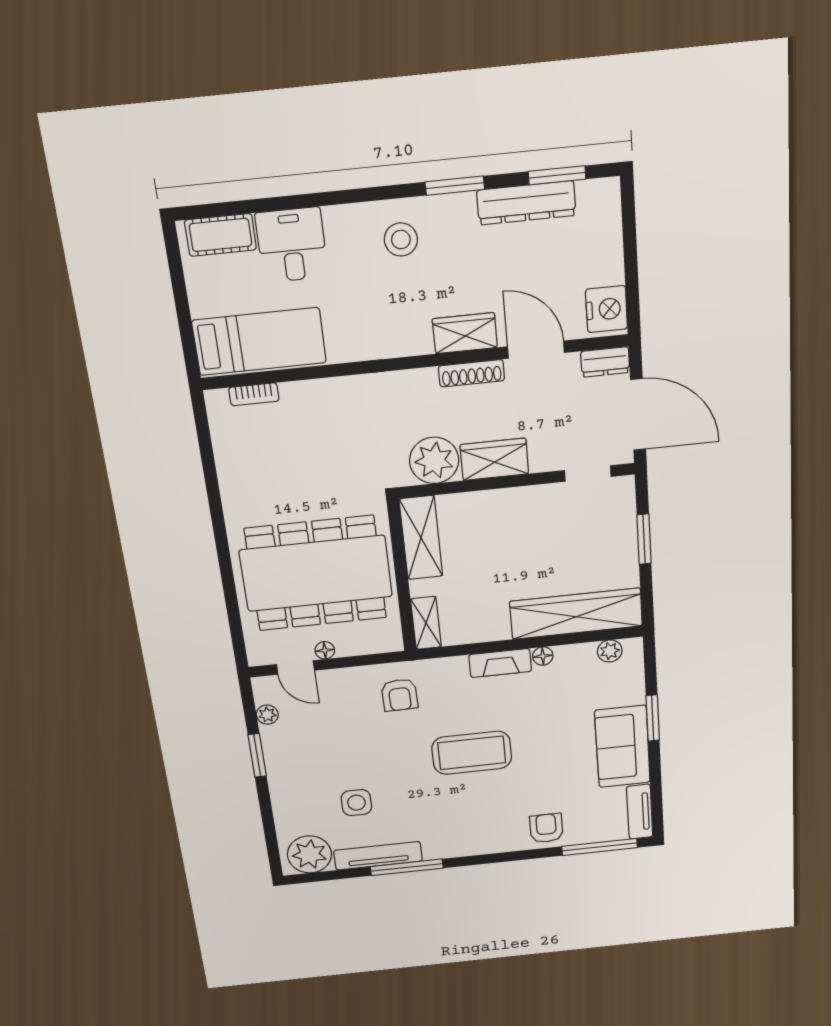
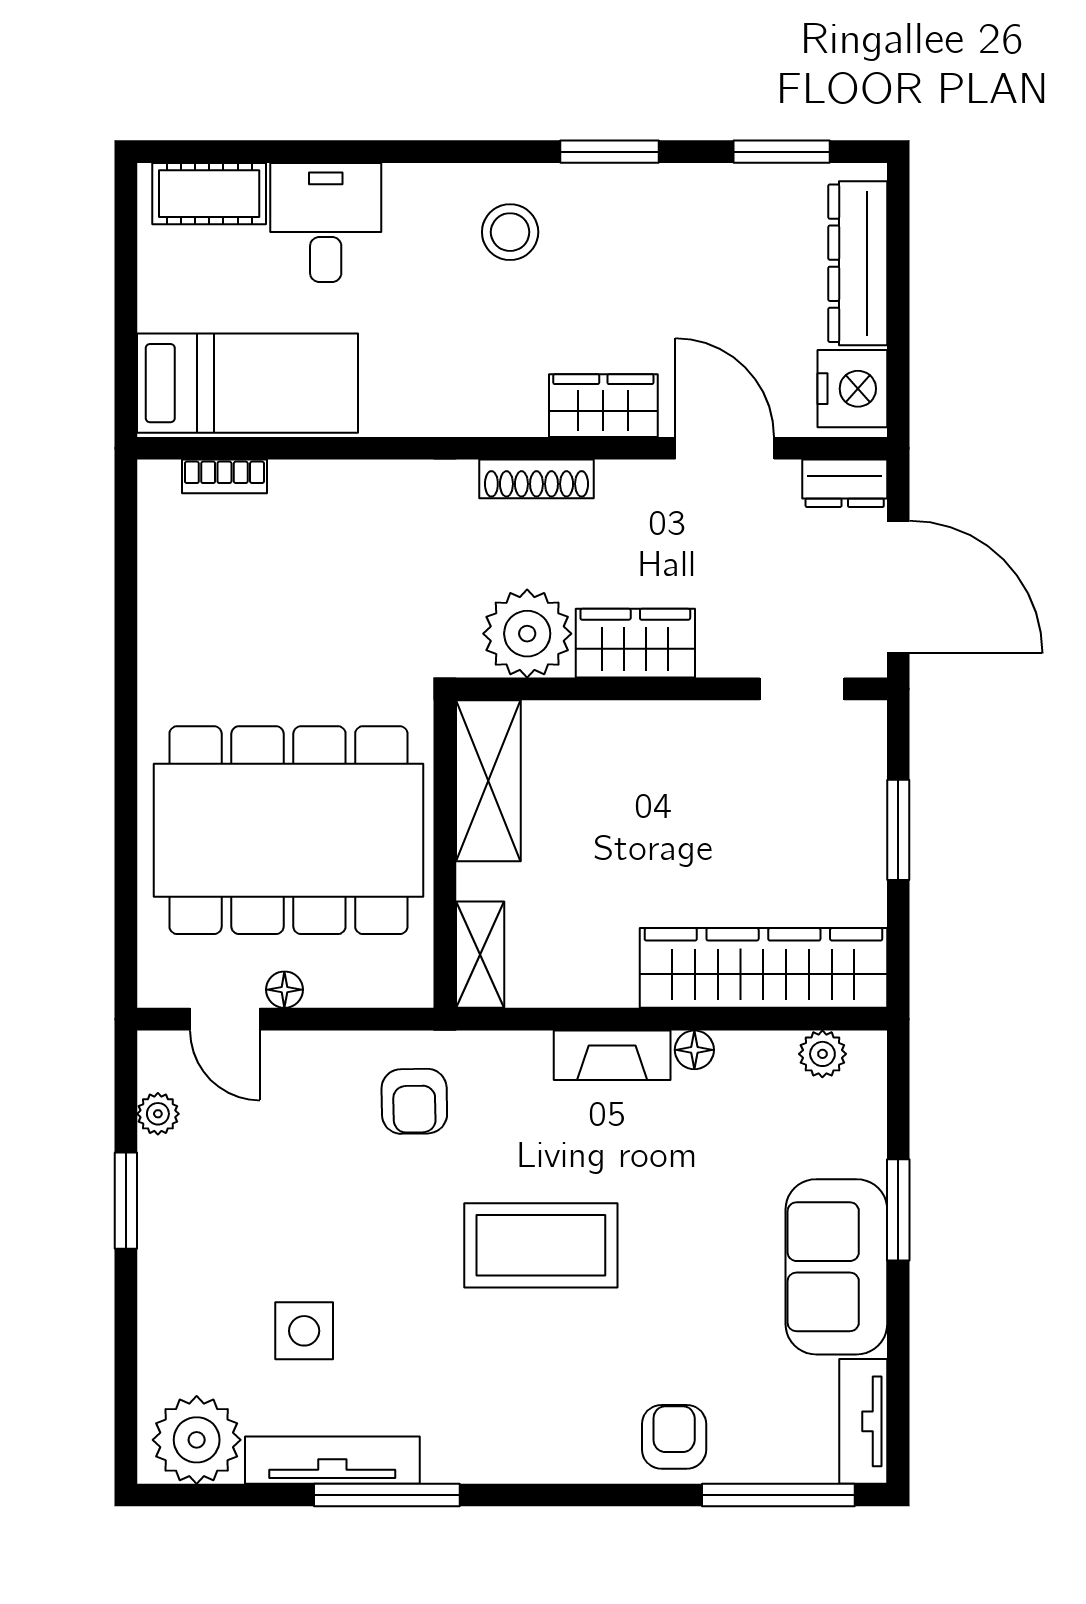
dresser: (526, 203) -> (858, 263), moved, turned 90
shoe rack: (472, 373) -> (536, 479), moved

